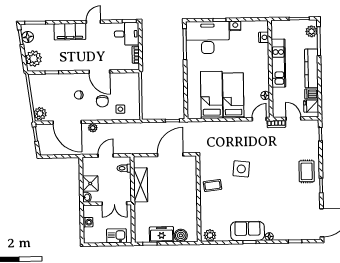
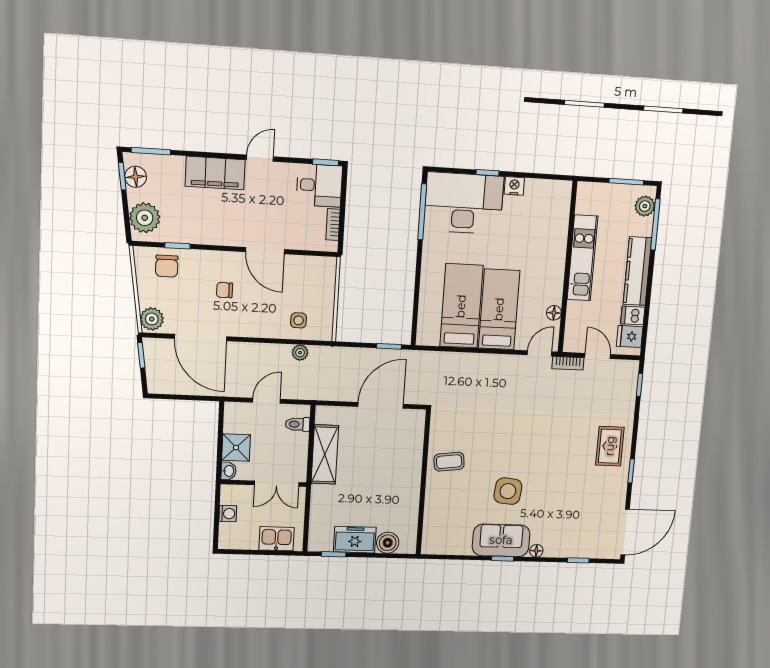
nightstand: (264, 37) -> (562, 210), removed
chair: (102, 101) -> (167, 266), moved
plant: (93, 128) -> (300, 353), moved
side table: (241, 169) -> (508, 491), moved
plant: (210, 235) -> (437, 545), removed

